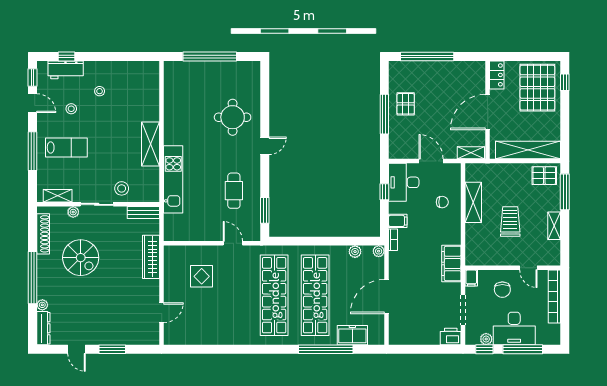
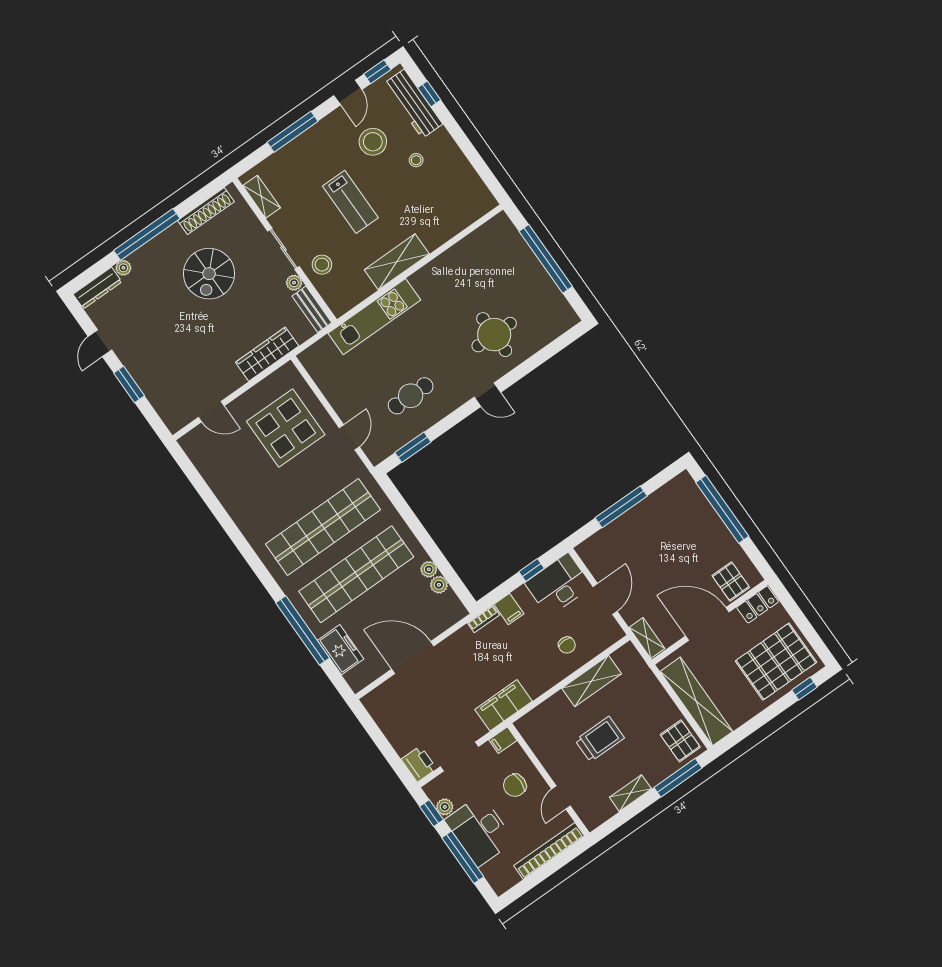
workbench: (66, 70) -> (413, 104), width x1.38
pallet: (406, 104) -> (731, 582), moved, turned 90
stool: (71, 109) -> (373, 142), width x1.89, depth x1.89
lab bench: (66, 147) -> (350, 202), moved
plant: (73, 212) -> (294, 283), moved
plant: (379, 251) -> (429, 569), moved
display table: (202, 276) -> (286, 428), width x1.86, depth x1.86

